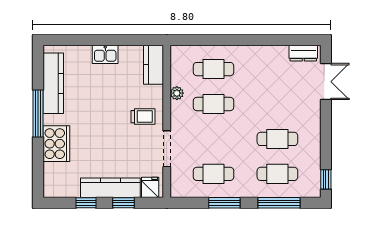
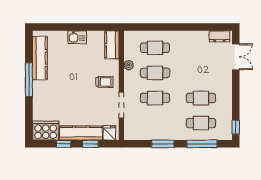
cooker: (56, 144) -> (46, 131), moved, turned -90
cafe table: (213, 174) -> (155, 98), moved

